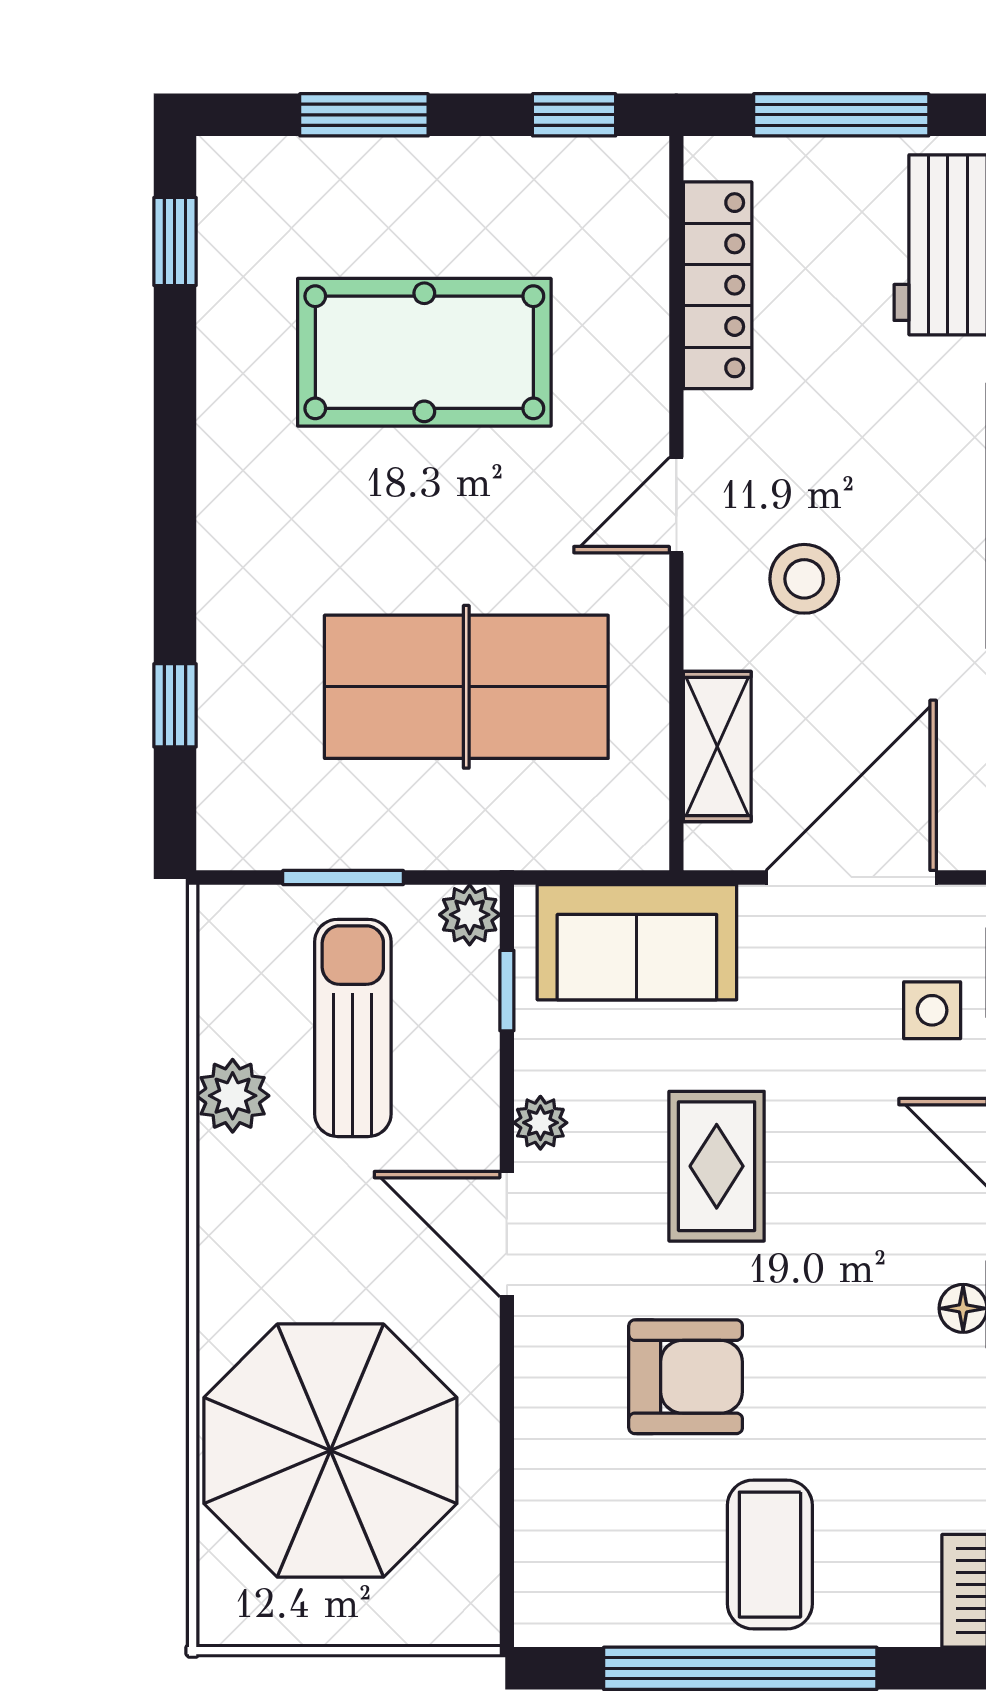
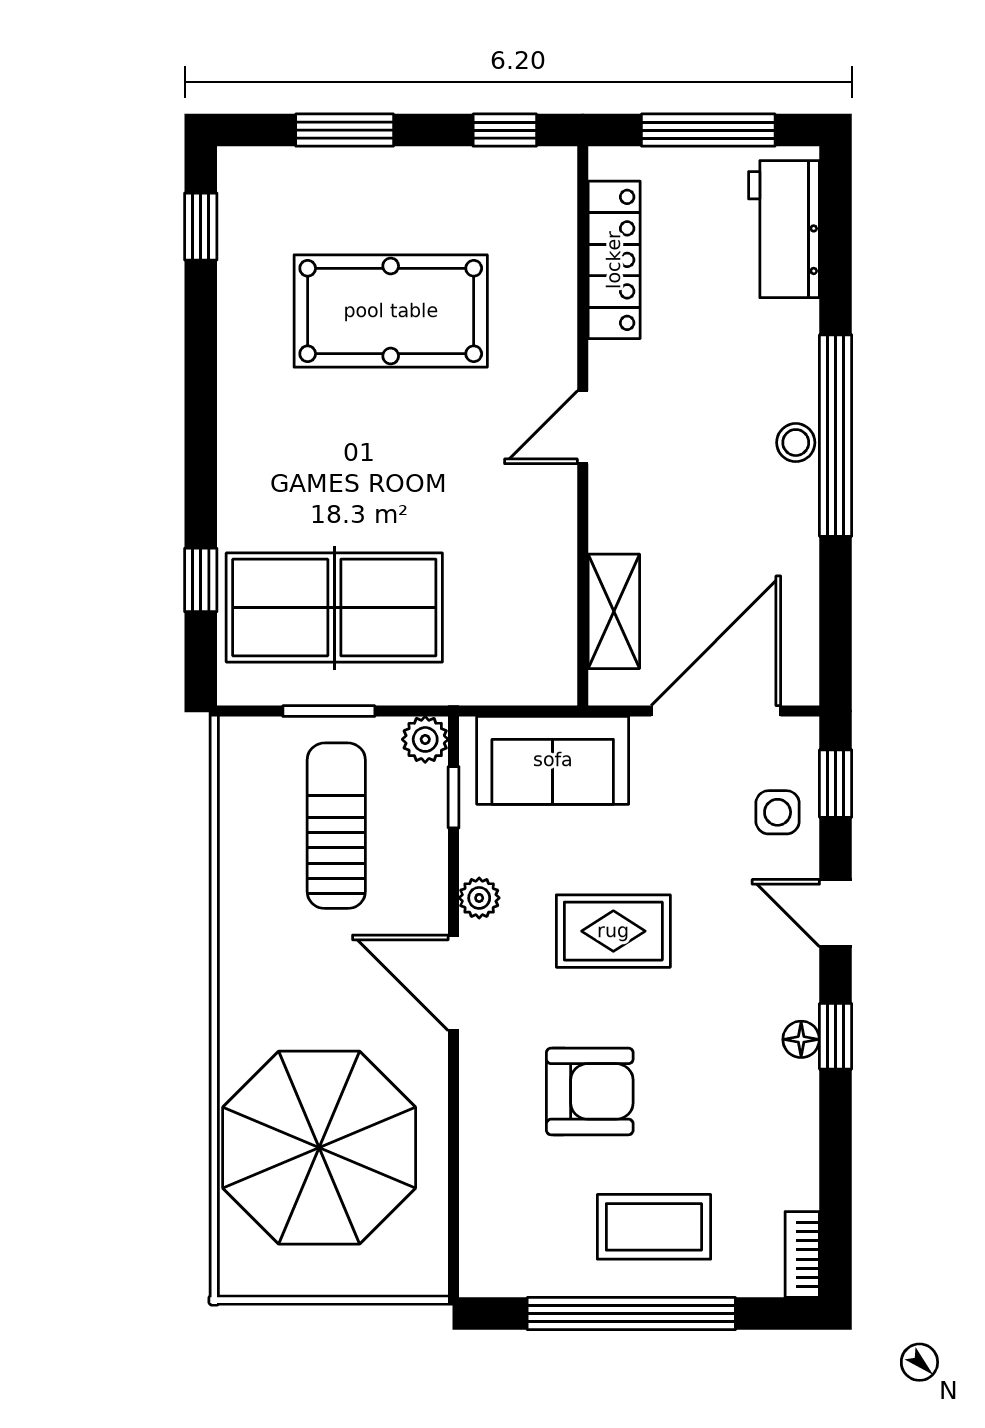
stool: (804, 579) -> (796, 443), moved, width x0.73, depth x0.73
table tennis table: (466, 687) -> (334, 608), moved
plant: (233, 1096) -> (245, 877), removed
rug: (717, 1166) -> (613, 931), turned 90
coffee table: (770, 1555) -> (654, 1227), turned 90

